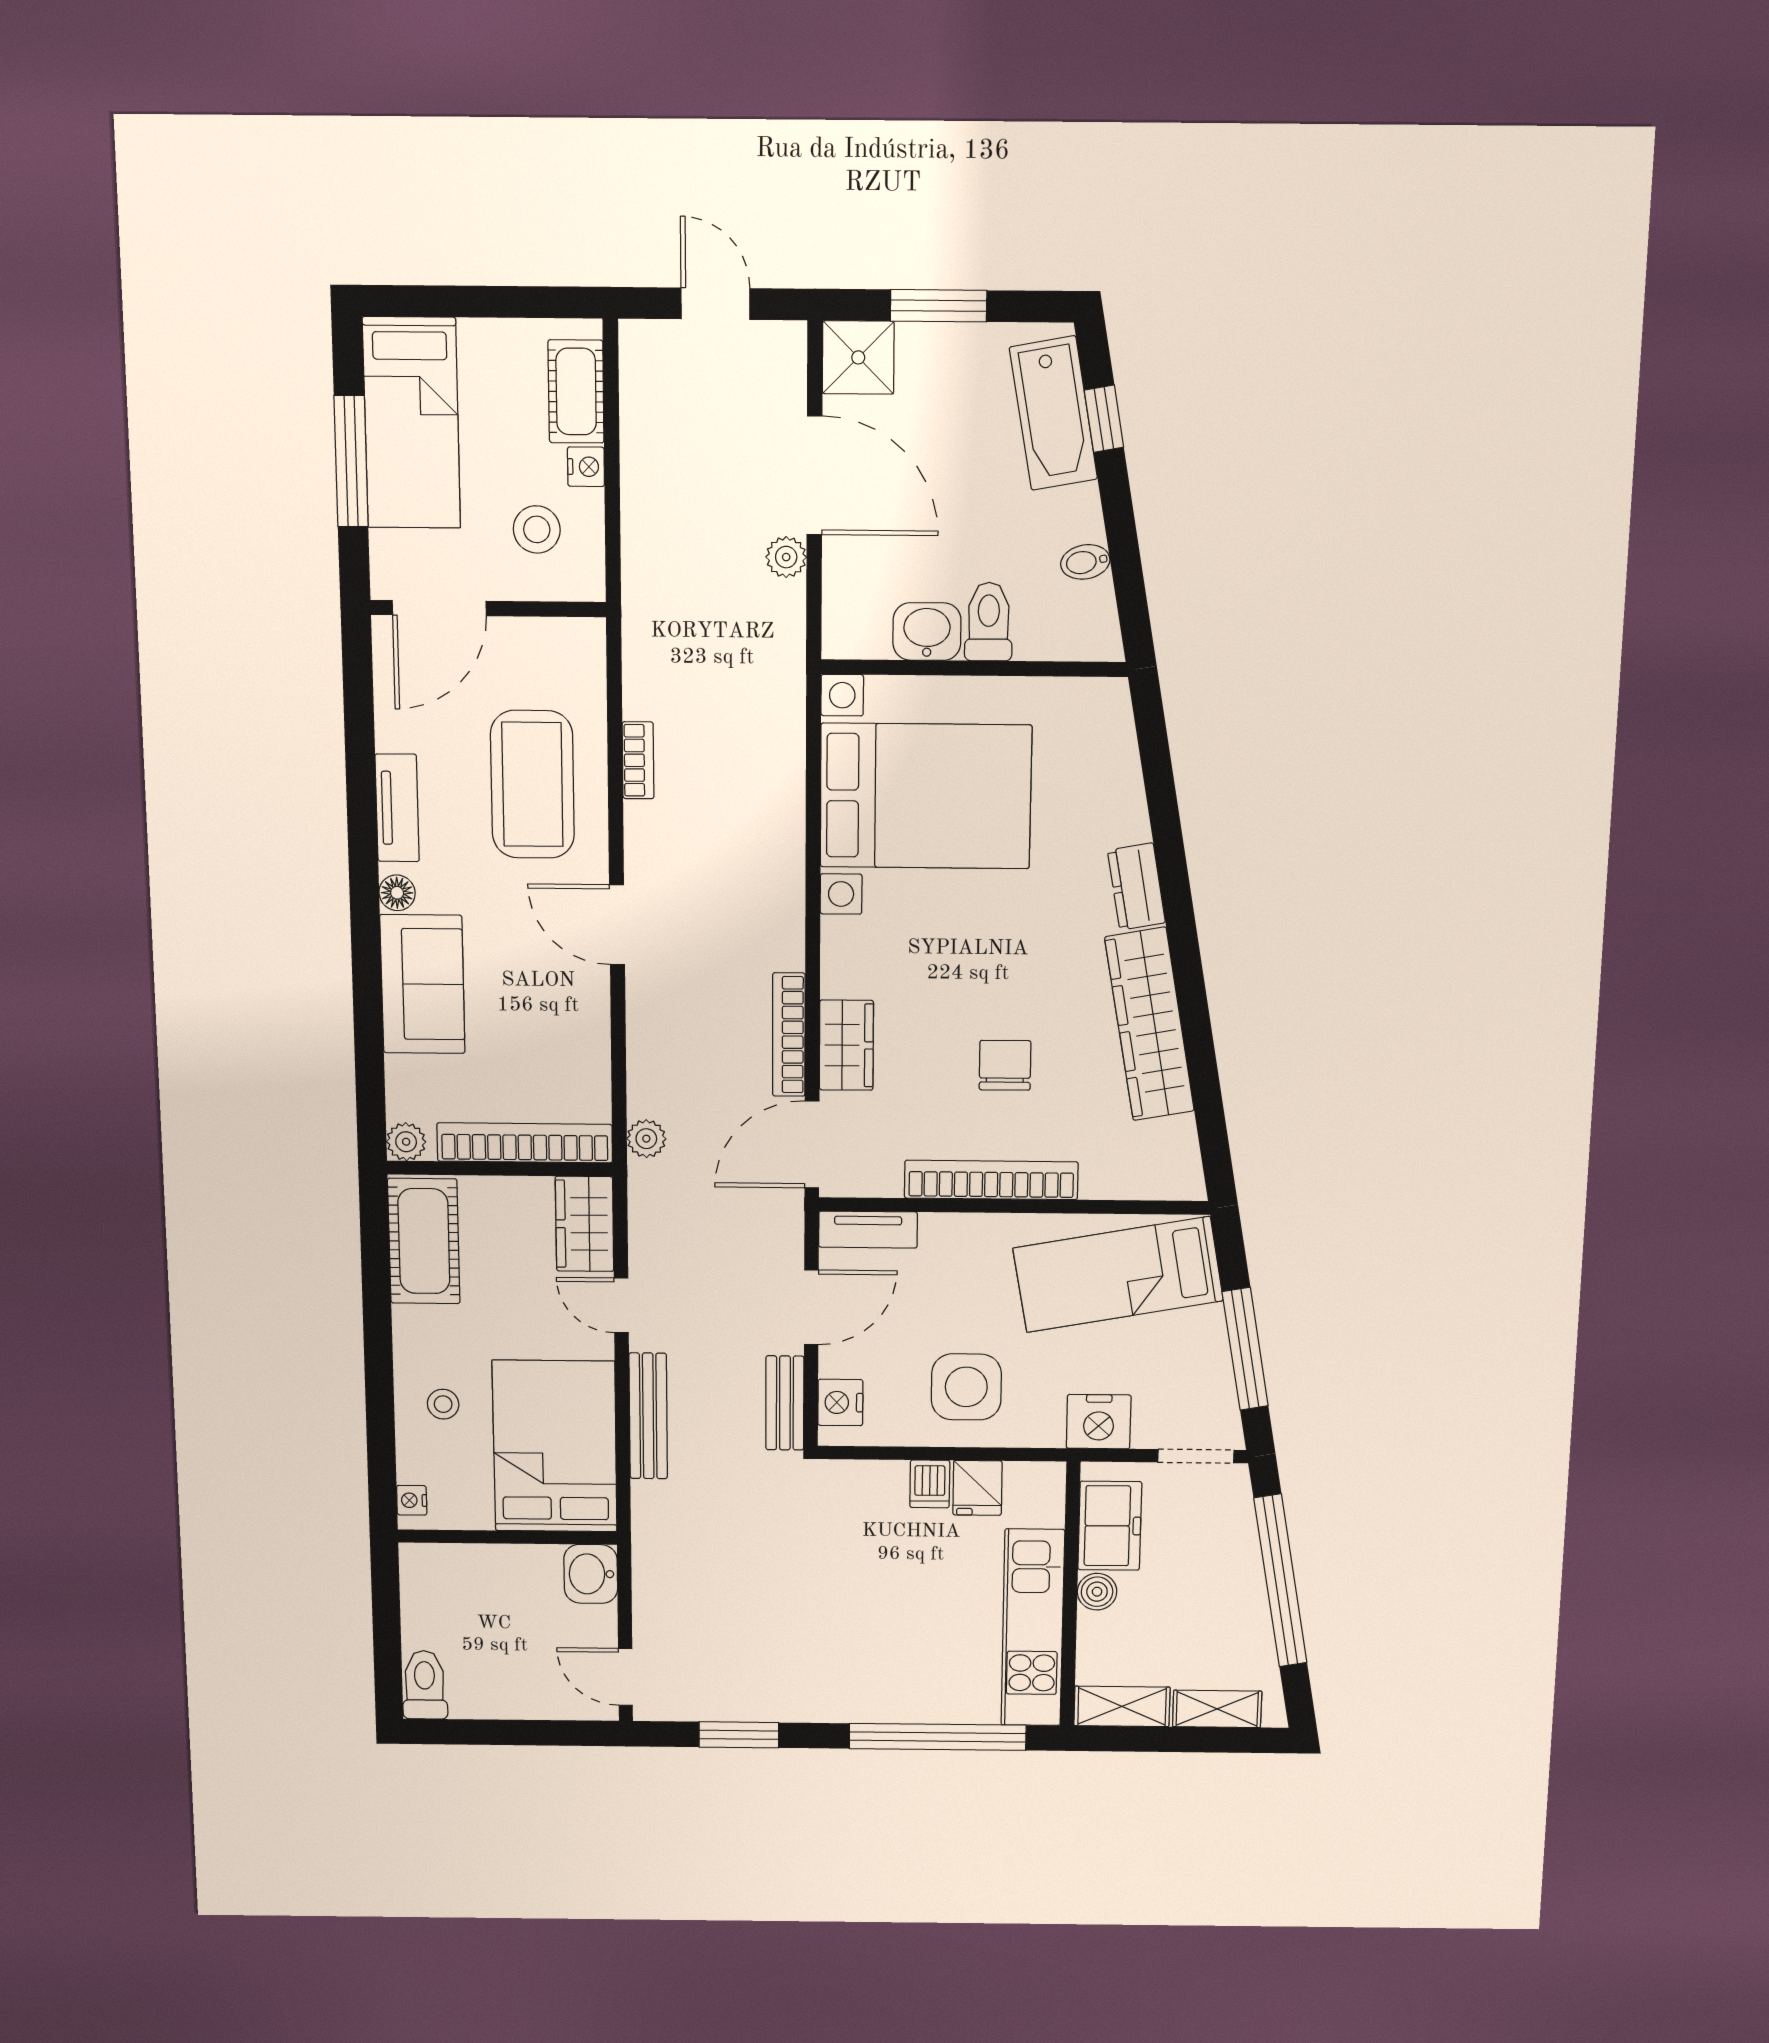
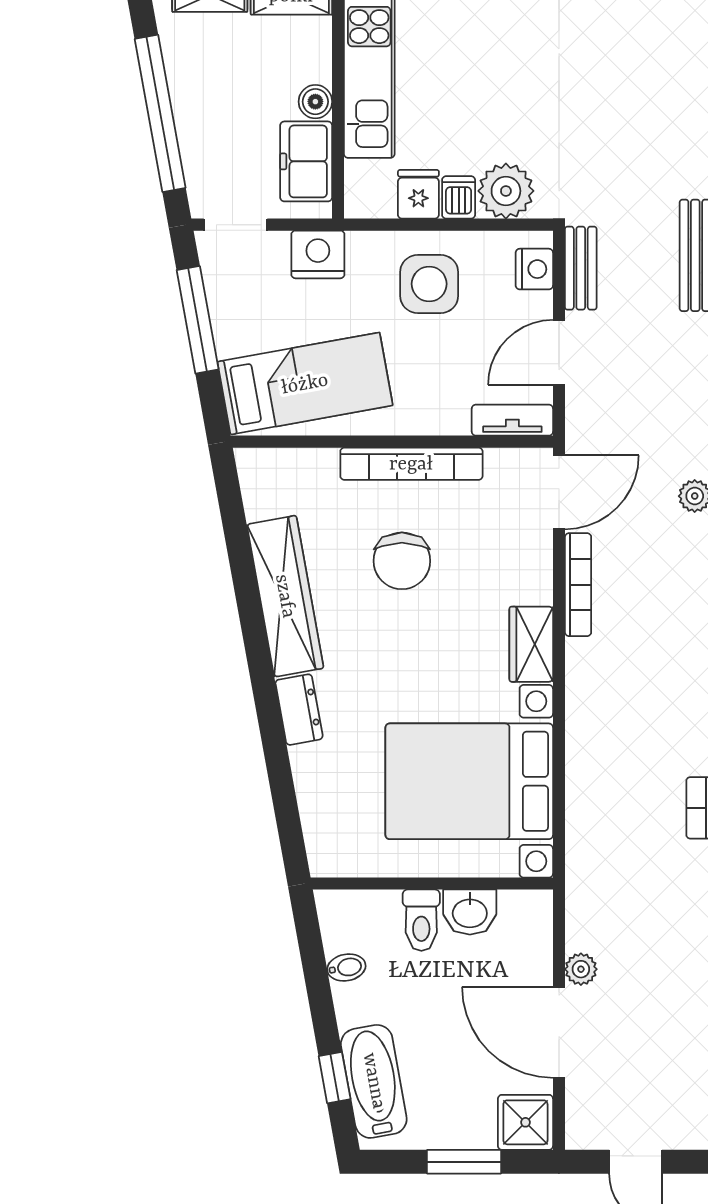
wardrobe: (846, 1045) -> (531, 644), moved
chair: (1005, 1065) -> (402, 561), width x1.37, depth x1.37
plant: (873, 1490) -> (506, 191), added

